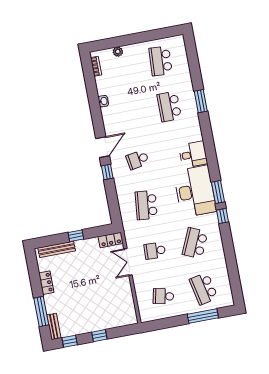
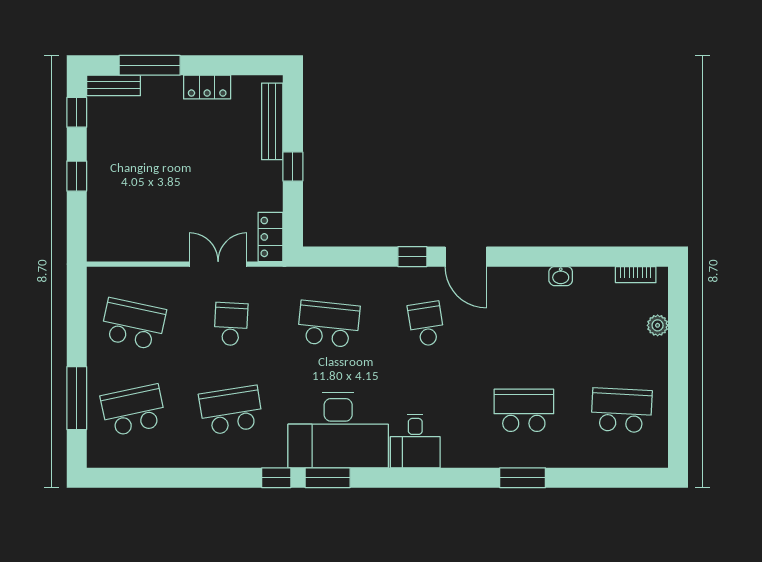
school desk: (195, 243) -> (231, 410), turned -33
school desk: (163, 296) -> (133, 324), width x1.85

